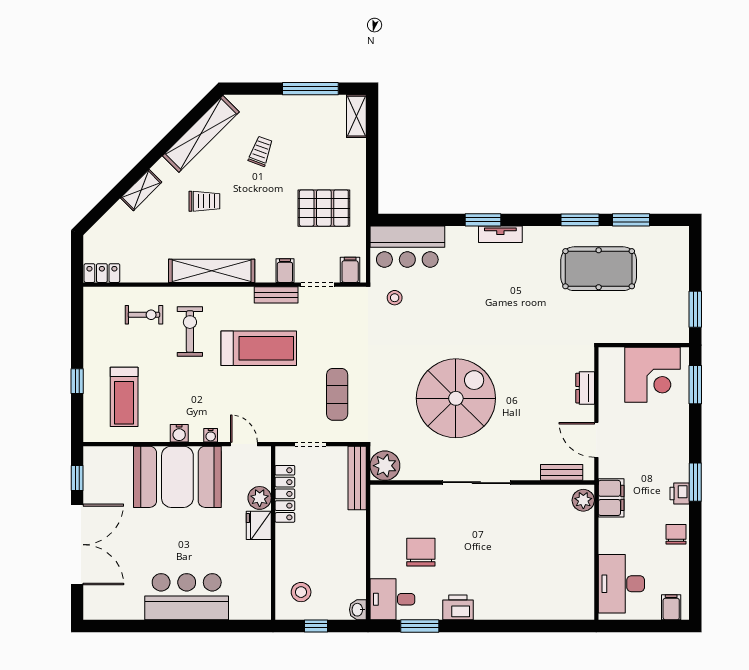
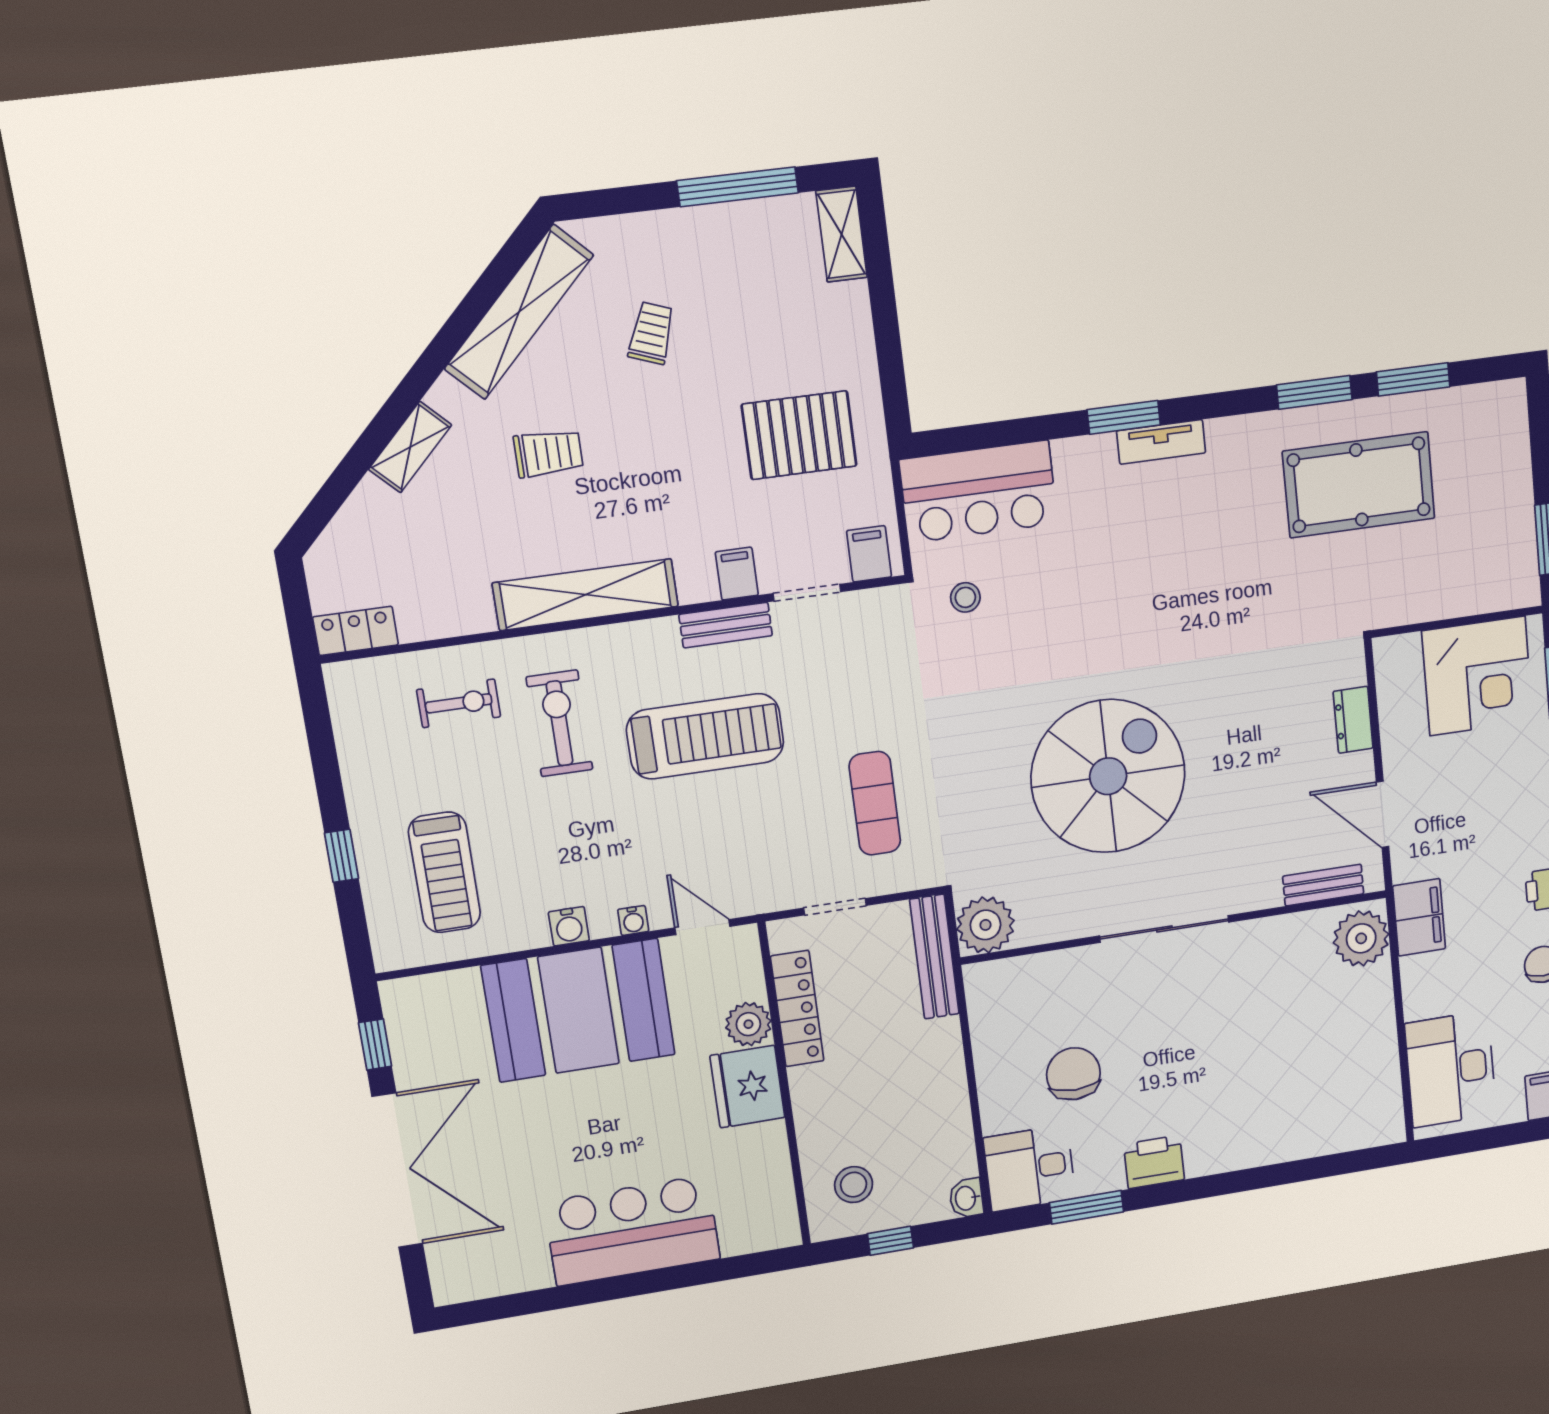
plant: (583, 500) -> (1361, 938), width x1.36, depth x1.36
fridge: (259, 525) -> (747, 1087), width x1.36, depth x1.34

